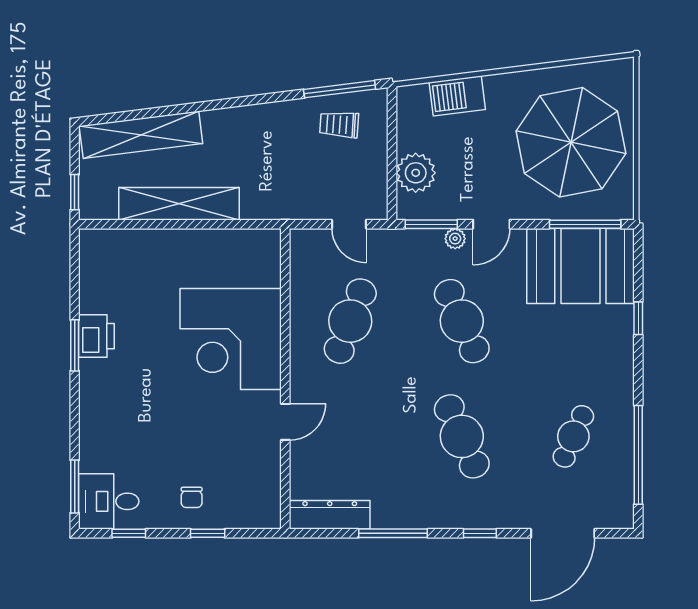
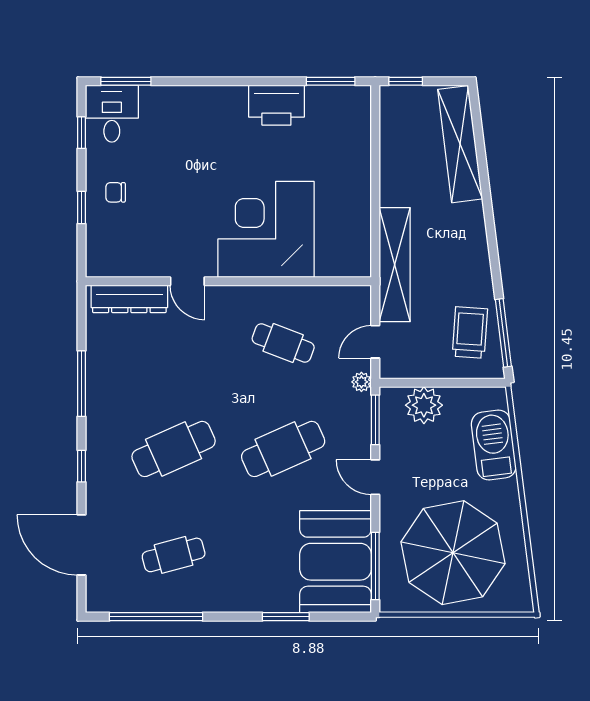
barbecue: (457, 96) -> (494, 445), width x1.37, depth x1.21
trolley: (339, 125) -> (470, 332), width x1.36, depth x1.39
shelving: (179, 204) -> (395, 265), moved
plant: (455, 239) -> (361, 382), moved
window: (638, 318) -> (286, 617), width x1.50
cafe table: (350, 321) -> (283, 343), width x0.73, depth x0.74
printer: (96, 336) -> (276, 105), width x1.37, depth x1.19
window: (75, 345) -> (331, 81), moved
cafe table: (573, 436) -> (174, 555), turned -39
dresser: (330, 515) -> (129, 299), moved, turned 90

